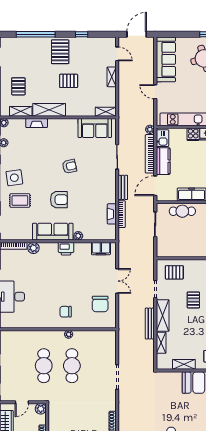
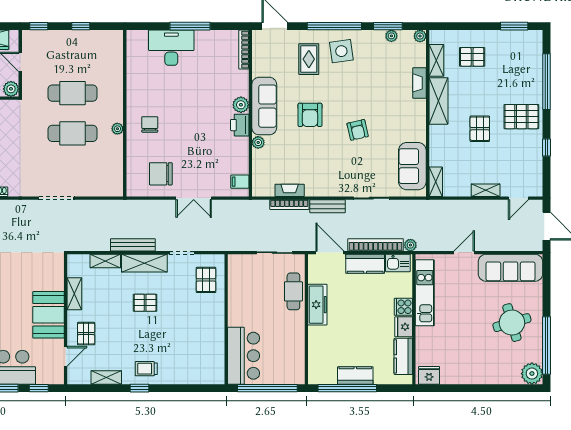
plant: (33, 248) -> (241, 105), moved
filing cabinet: (101, 249) -> (240, 182), width x0.50
pallet: (193, 300) -> (145, 303), moved

